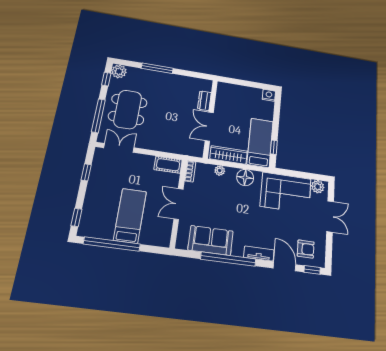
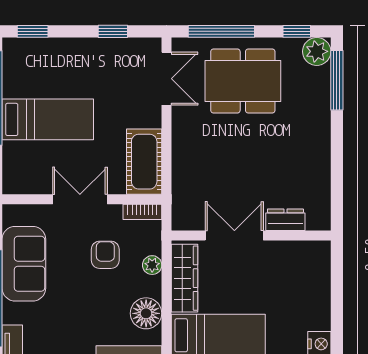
window: (157, 68) -> (337, 80), moved
cot: (168, 165) -> (144, 162), width x1.37, depth x1.34
armchair: (211, 195) -> (105, 255), added

